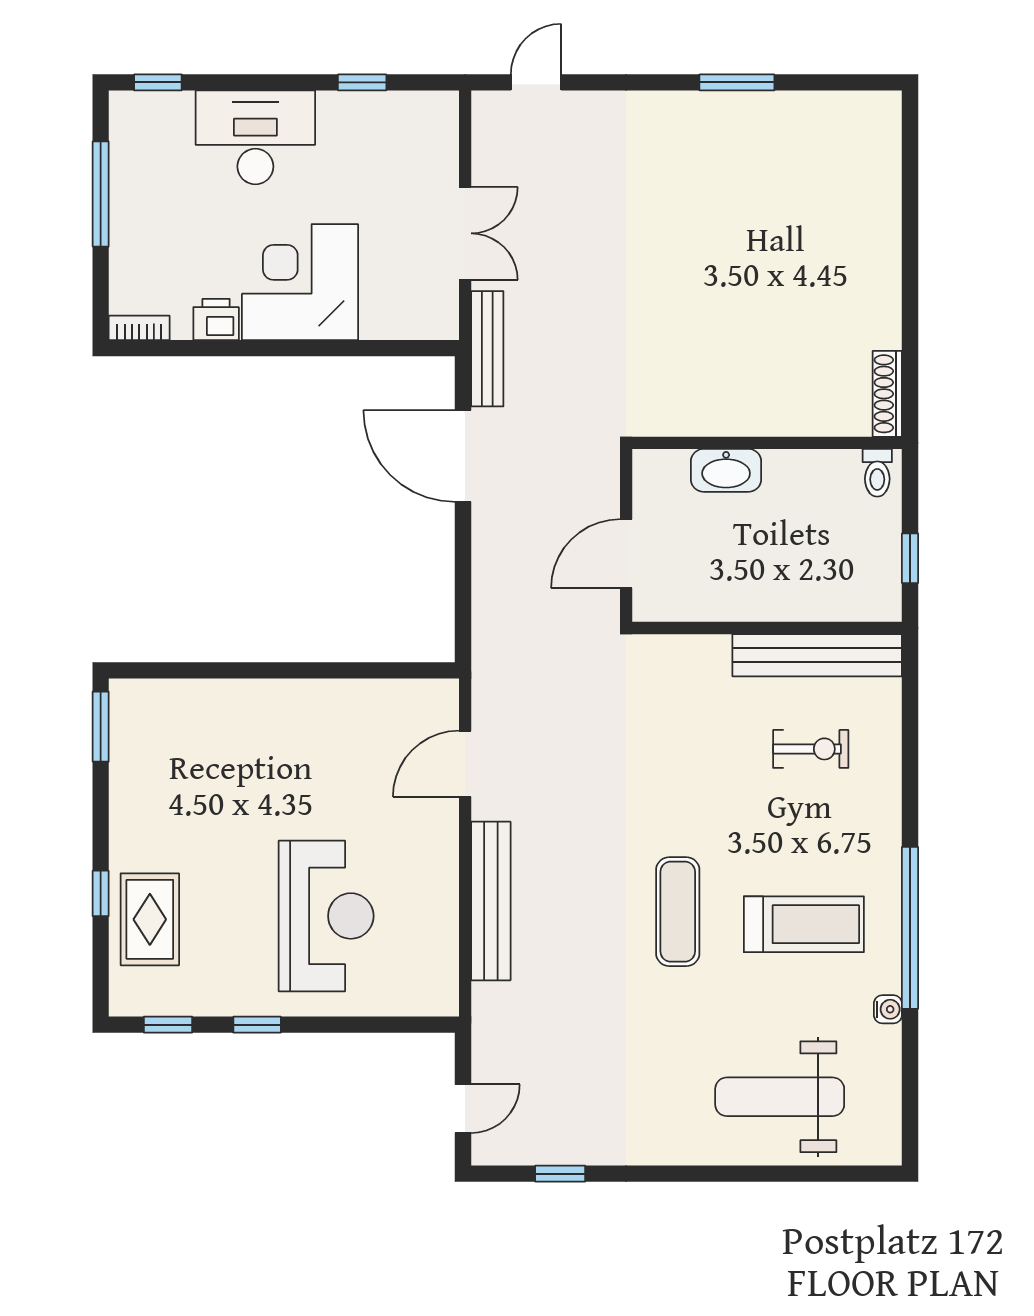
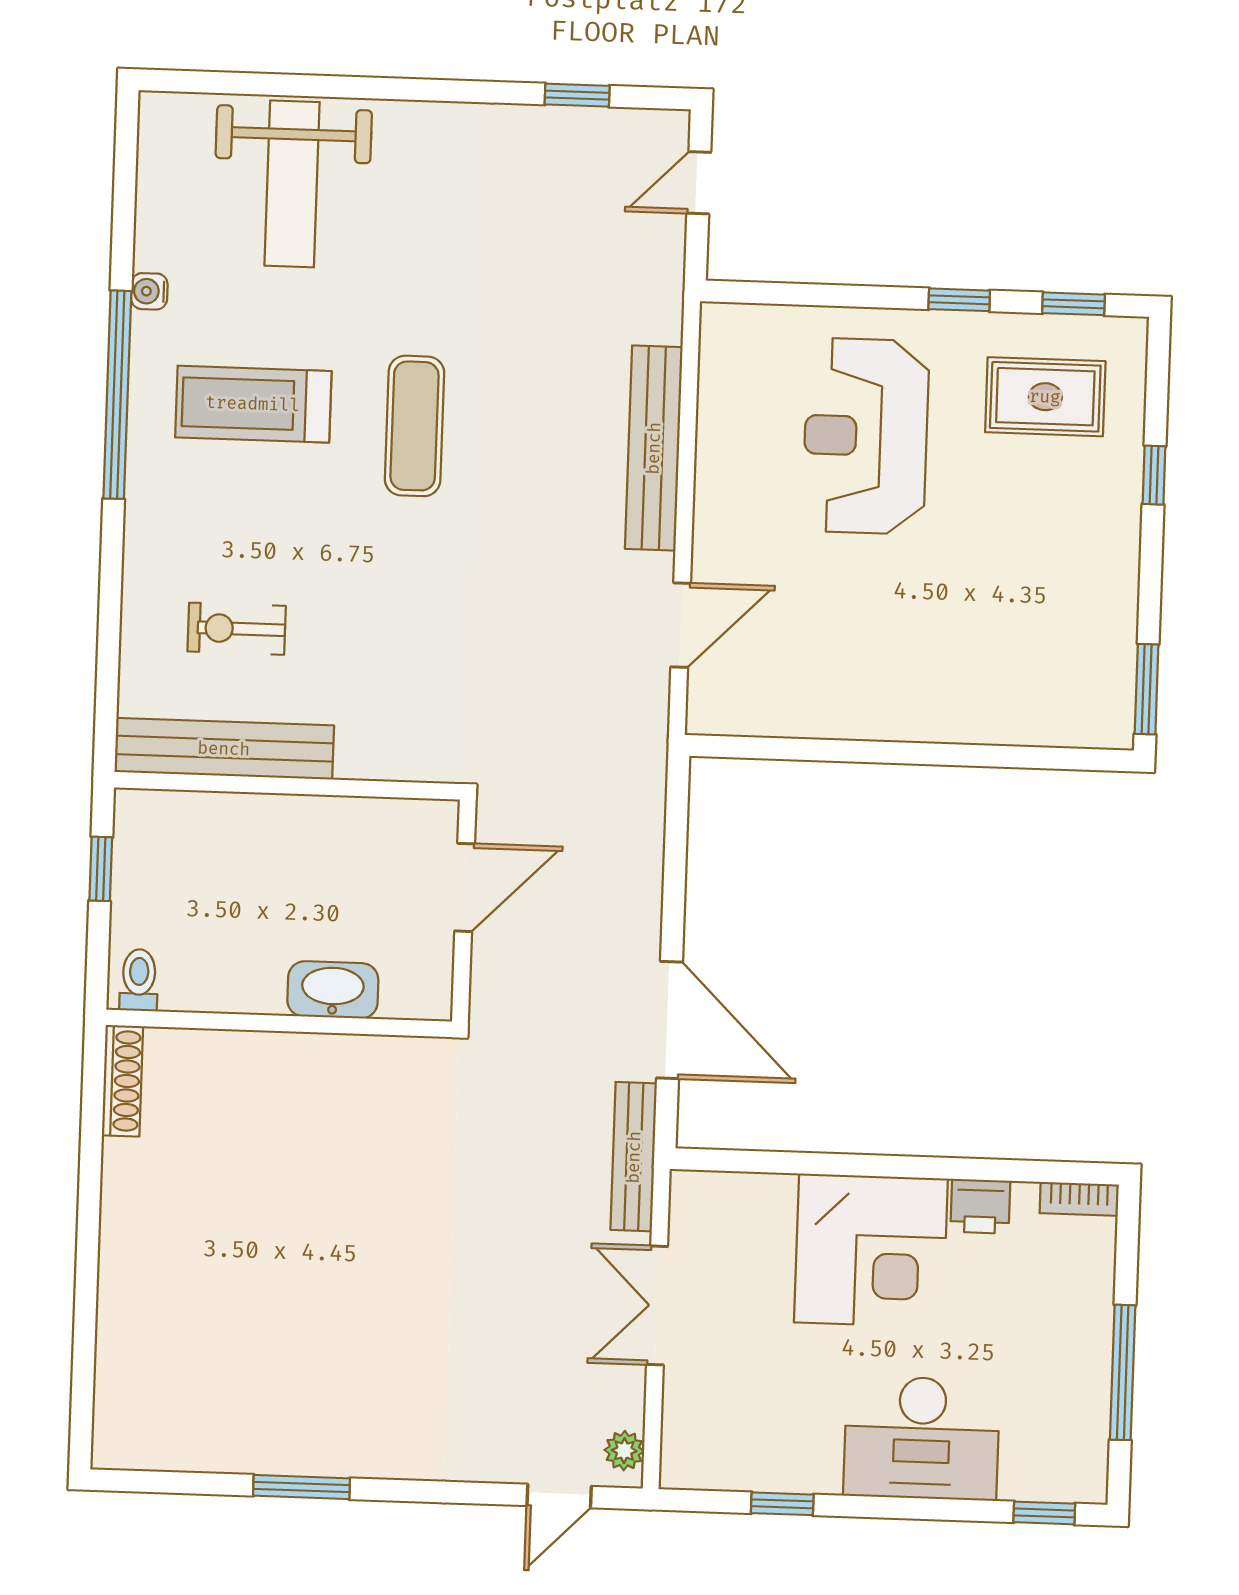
plant: (487, 120) -> (624, 1451), added
rug: (150, 919) -> (1045, 397), moved, turned 90
weight bench: (780, 1097) -> (292, 184), turned 90

